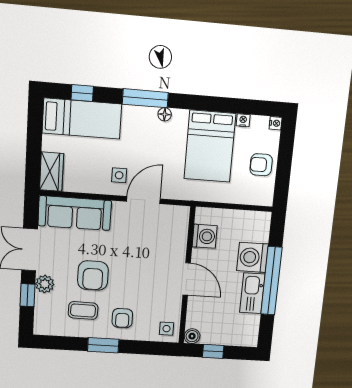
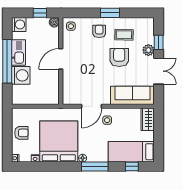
bed: (210, 146) -> (59, 141), width x1.36
washing machine: (205, 236) -> (19, 24), moved, turned 180
door: (187, 279) -> (61, 59), hinge flipped

